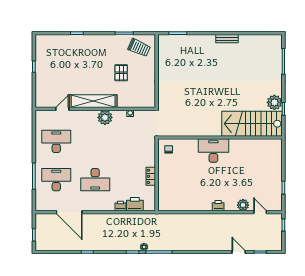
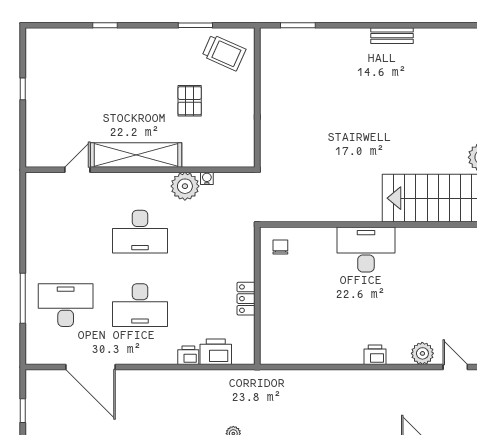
plant: (105, 117) -> (185, 186), moved
desk: (56, 141) -> (140, 232), moved, turned 180

